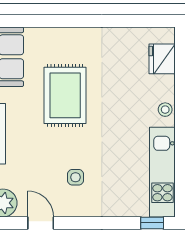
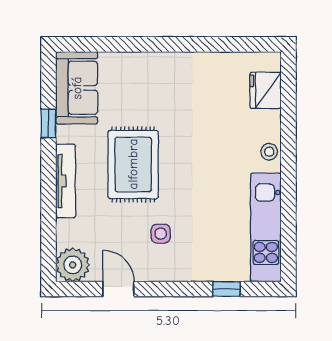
rug: (65, 95) -> (133, 164), moved
window: (152, 223) -> (226, 289), moved

